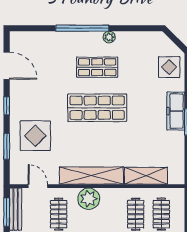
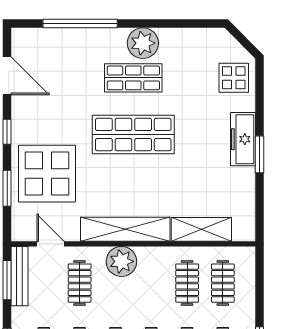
window: (82, 28) -> (80, 24), moved
plant: (109, 37) -> (143, 43), width x1.87, depth x1.87
display table: (35, 136) -> (47, 174), width x1.36, depth x1.36

